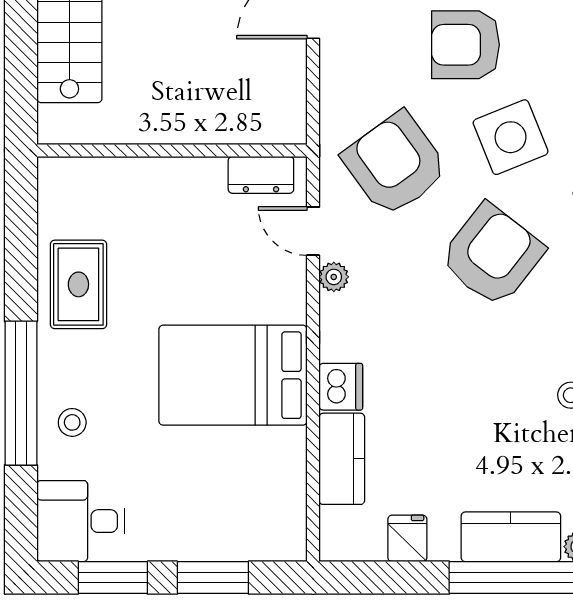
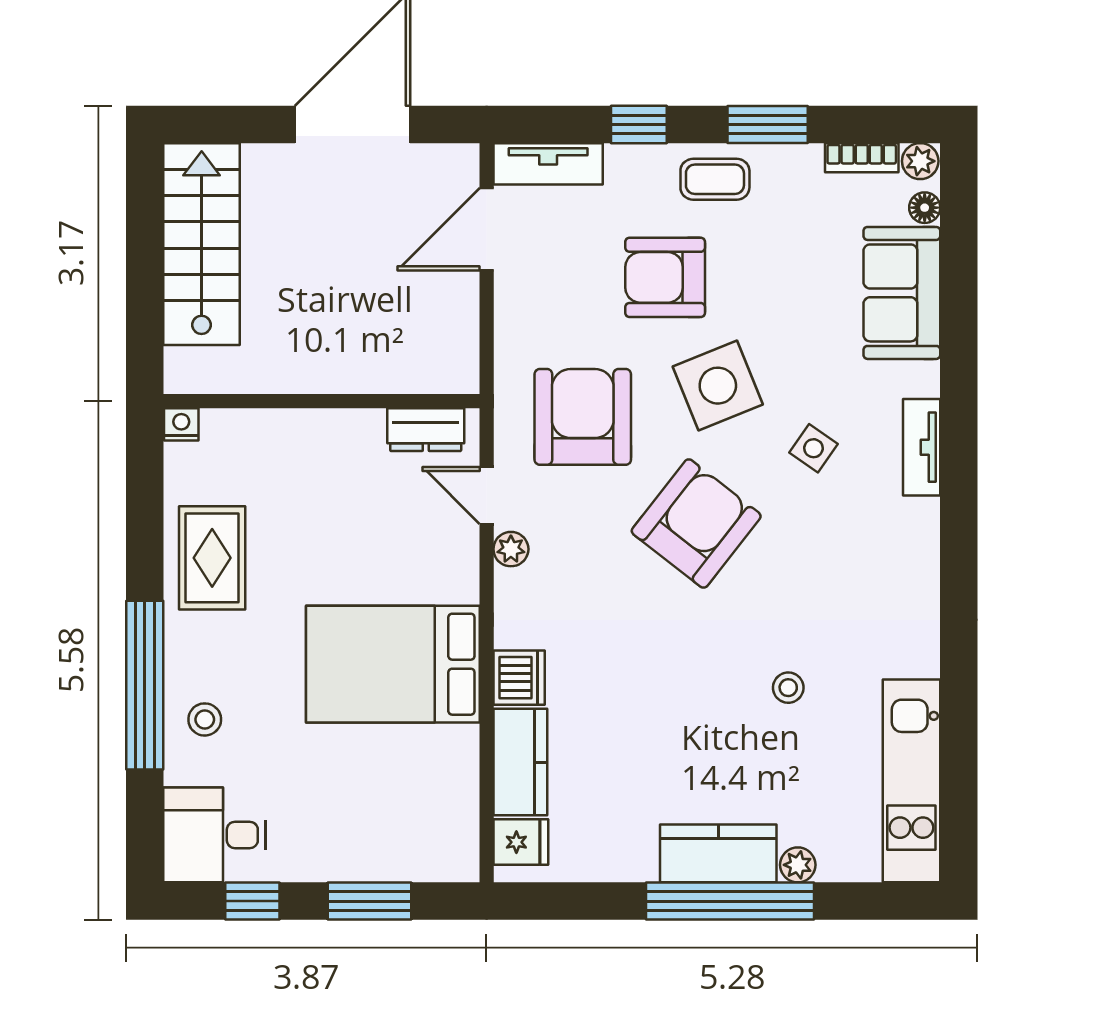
armchair: (395, 164) -> (583, 417), turned 36
nightstand: (52, 170) -> (181, 424), added
fridge: (407, 538) -> (521, 842), moved, turned 90
window: (113, 578) -> (252, 901), width x0.67

